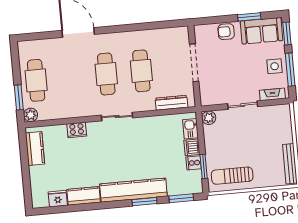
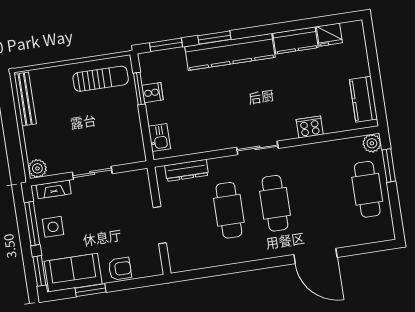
doorway: (194, 63) -> (160, 225), width x0.73
plant: (209, 118) -> (37, 168), moved
dishwasher: (192, 147) -> (156, 113), removed

